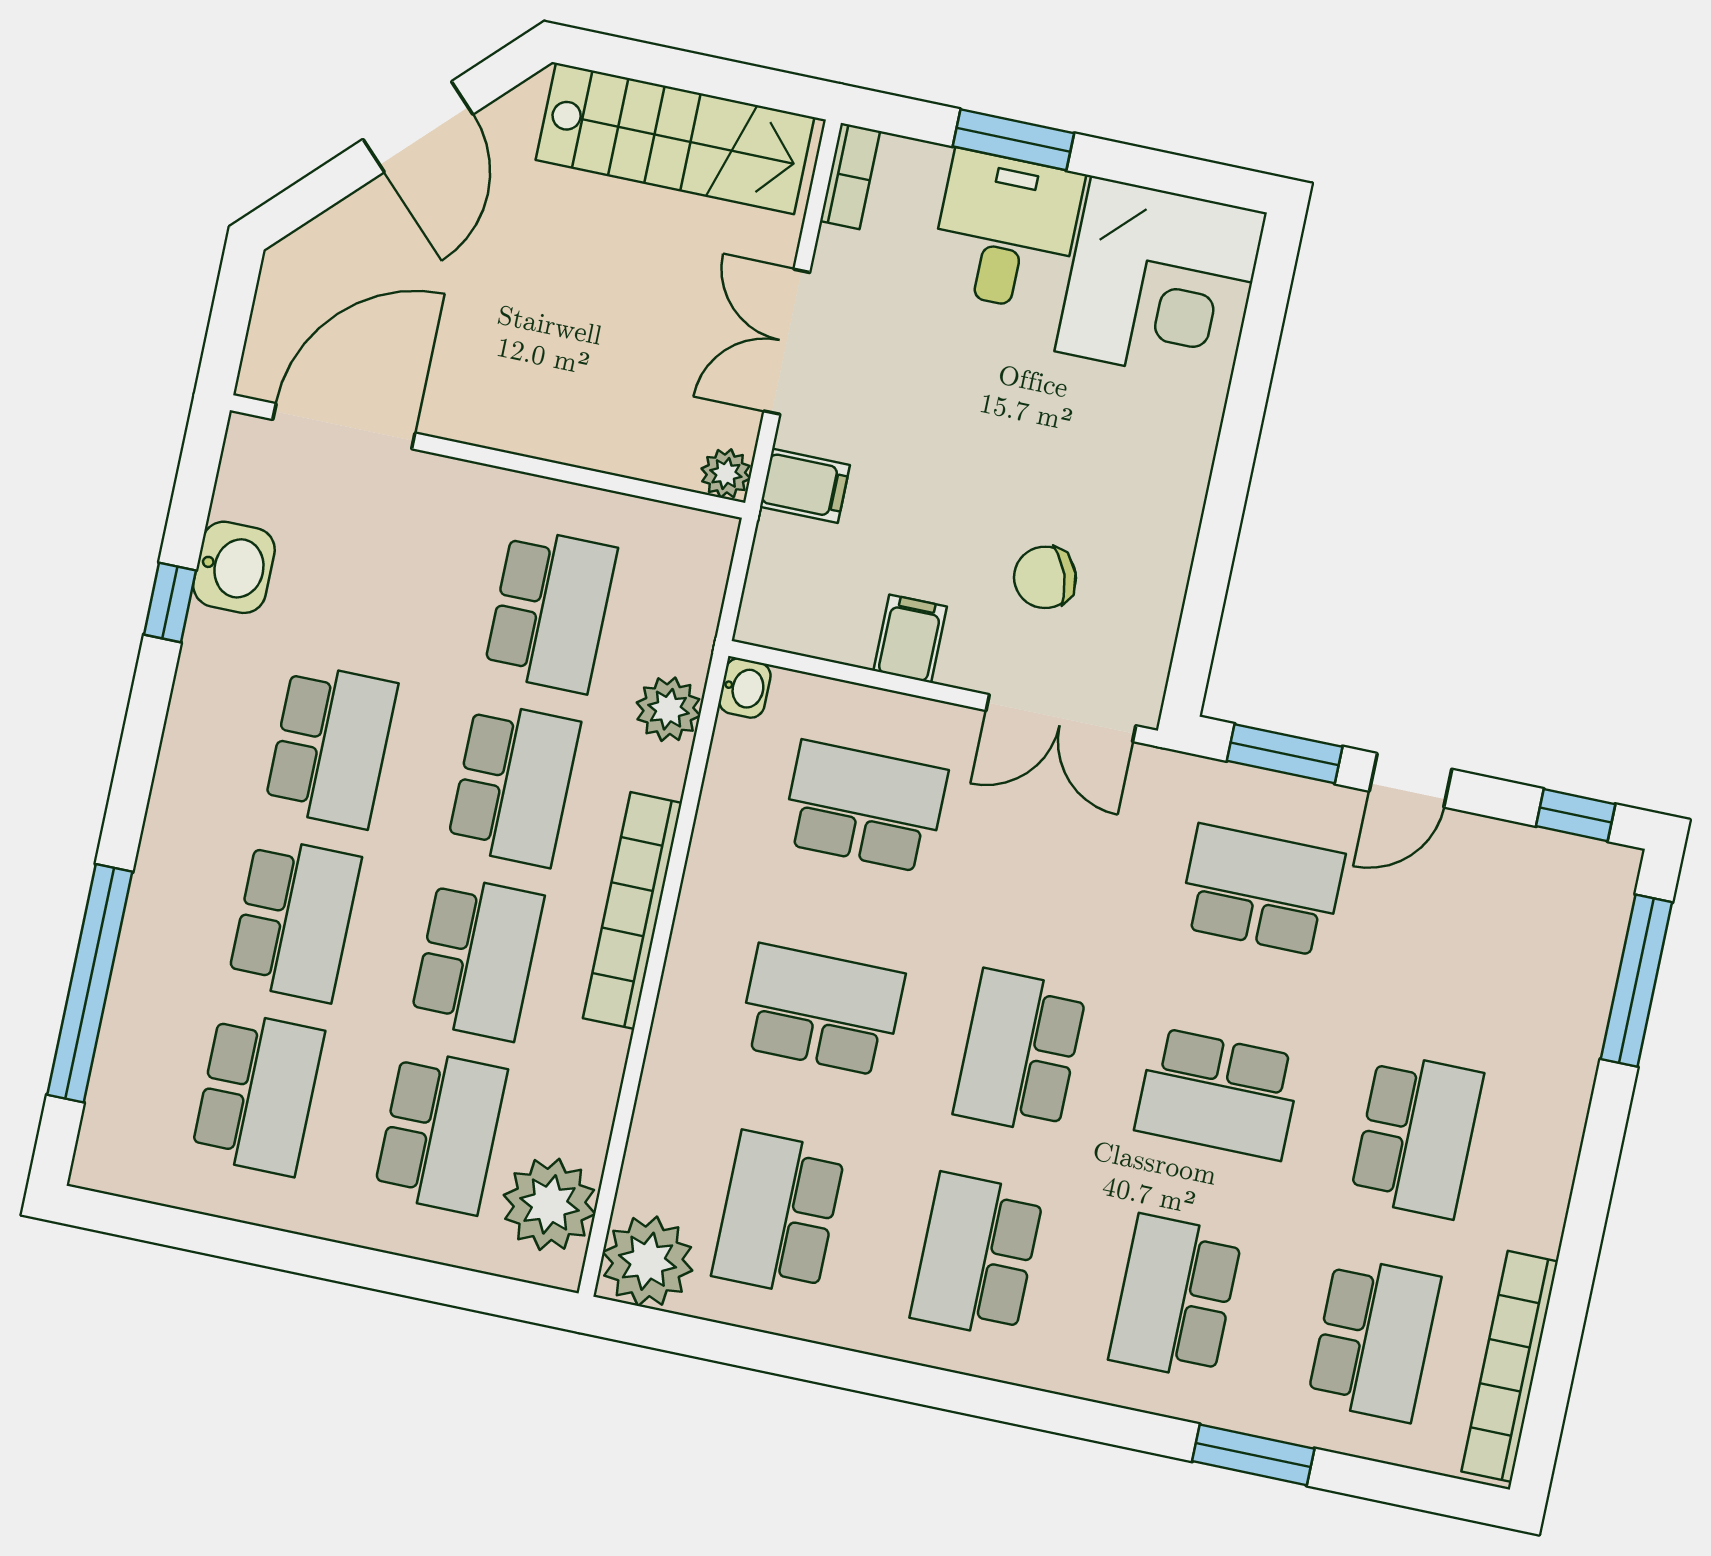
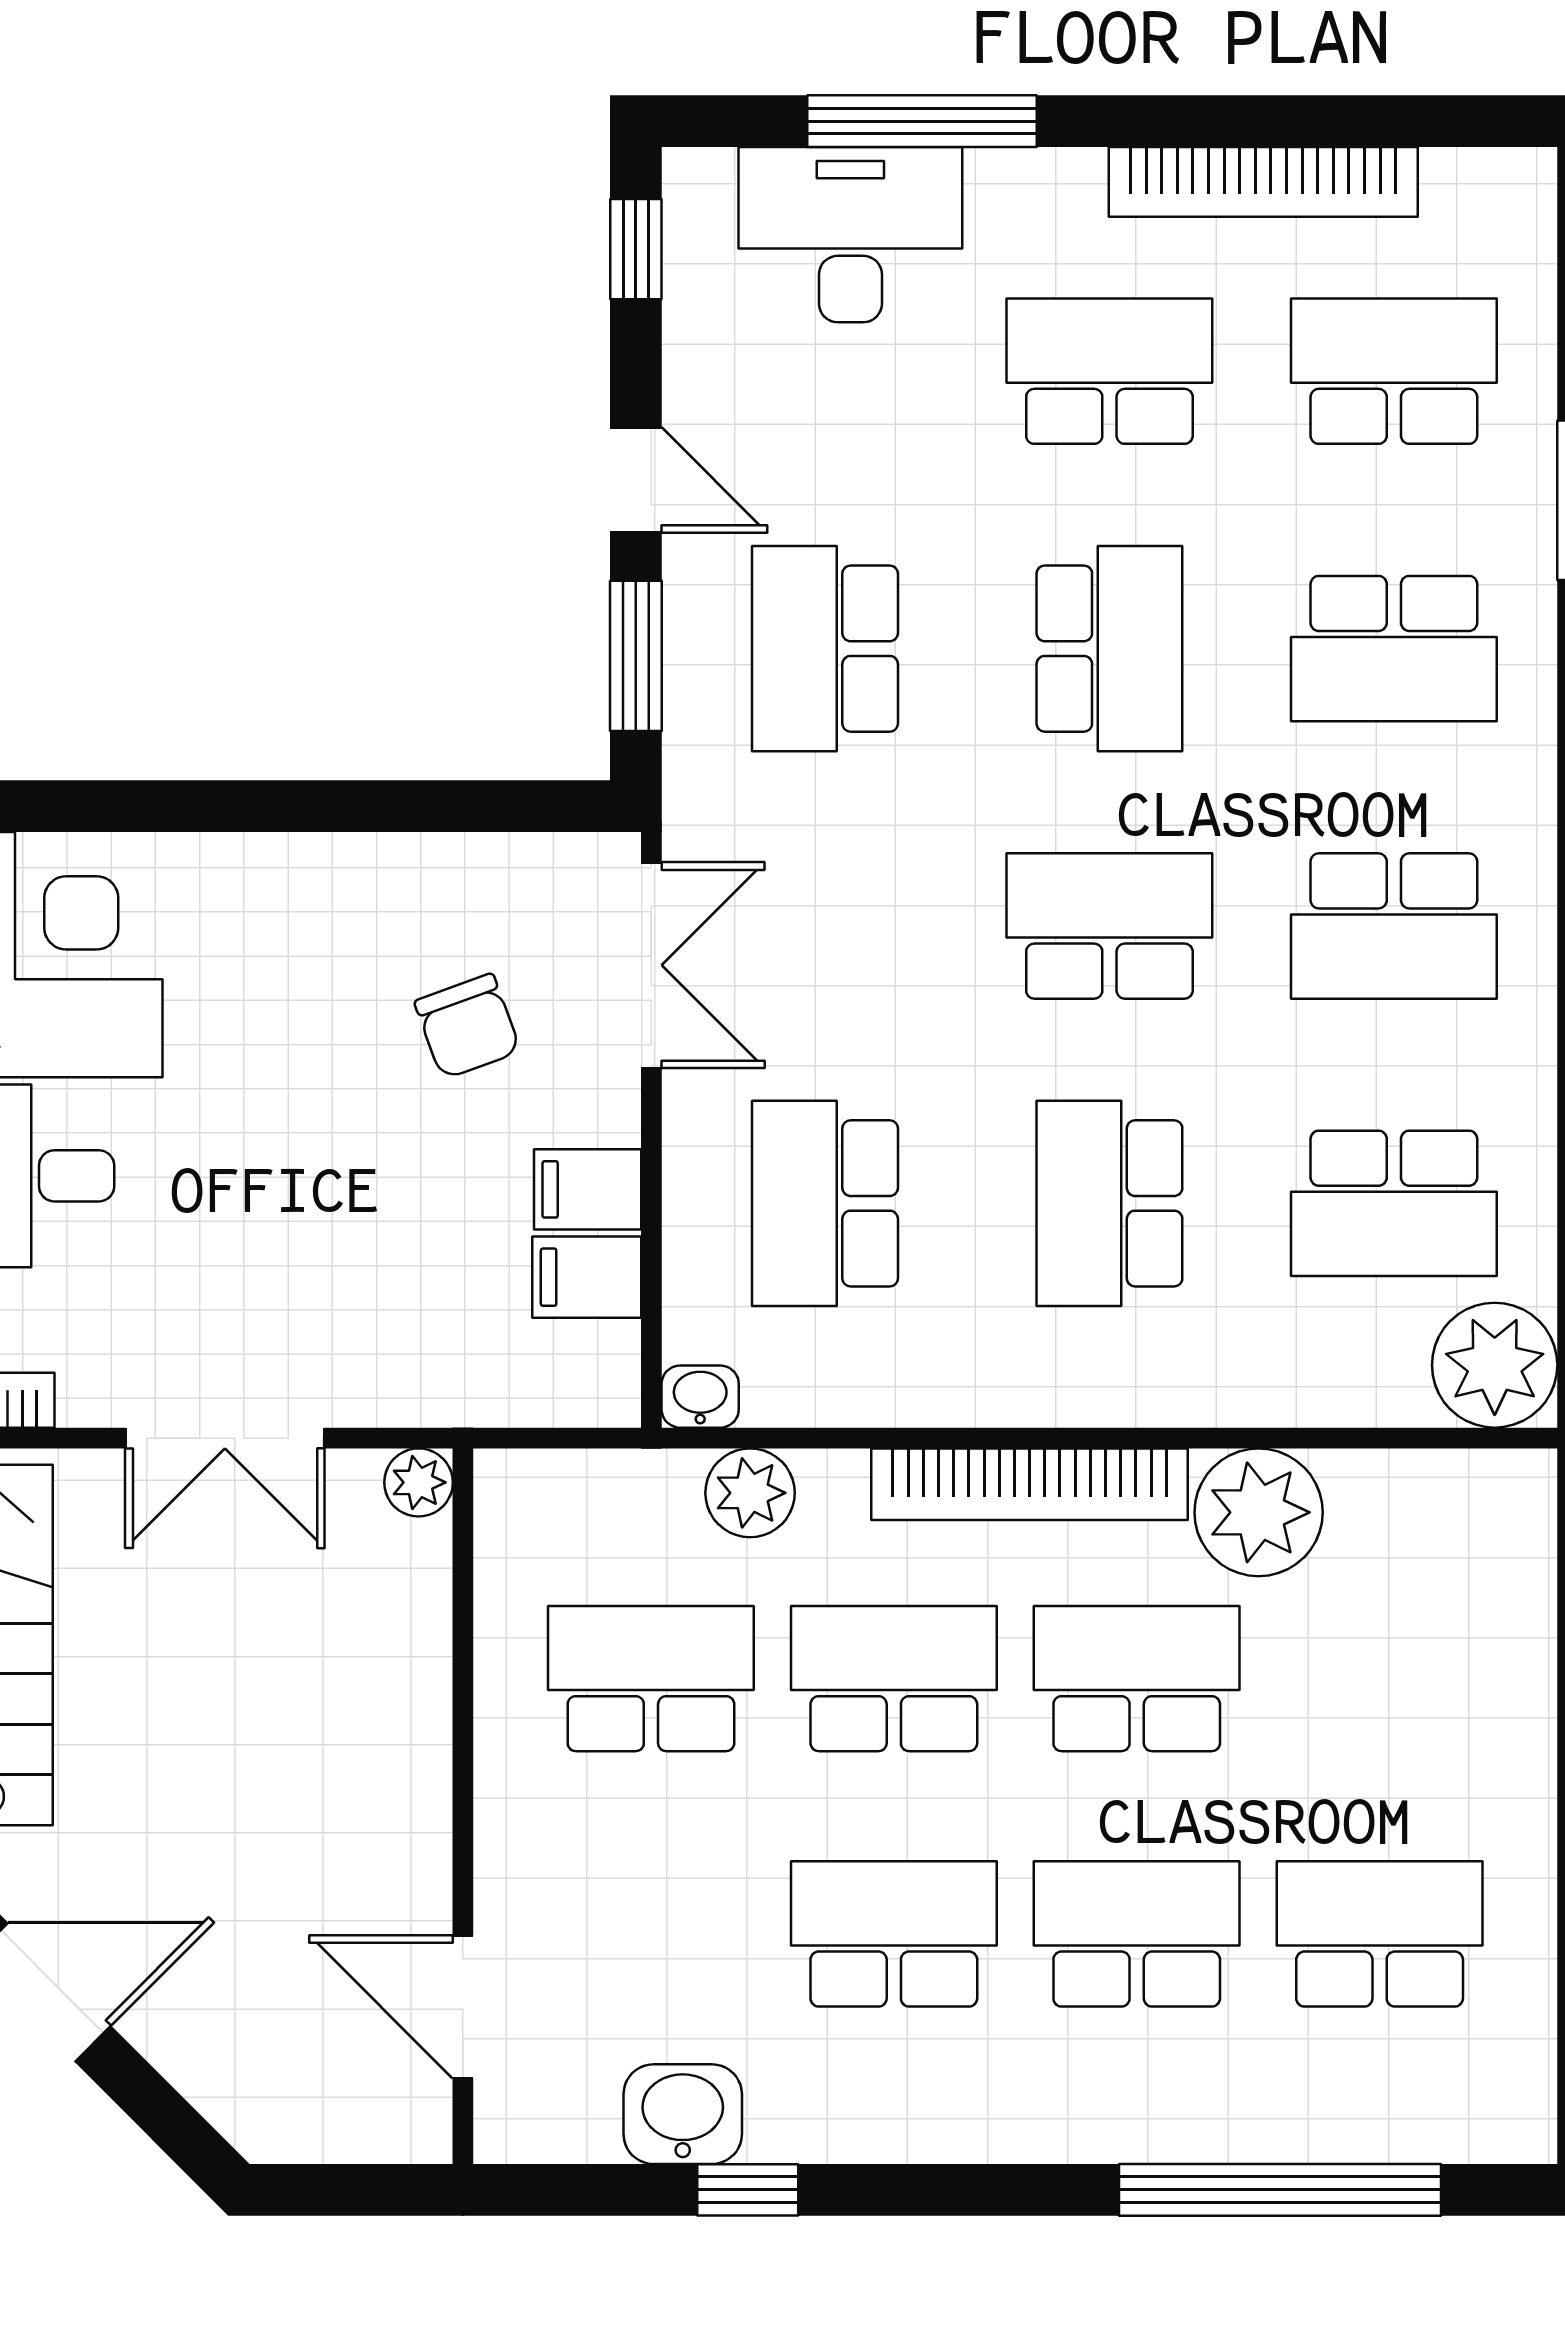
door: (344, 426) -> (463, 2007), width x0.73
filing cabinet: (805, 486) -> (587, 1277), moved, turned -90
desk: (1554, 971) -> (850, 235), added
window: (1636, 981) -> (922, 121), moved
school desk: (1020, 1052) -> (1109, 926), turned 180
school desk: (441, 1132) -> (1380, 1679), removed
plant: (550, 1204) -> (1259, 1512), moved
bookcase: (1510, 1366) -> (1263, 182), moved

